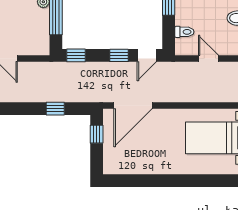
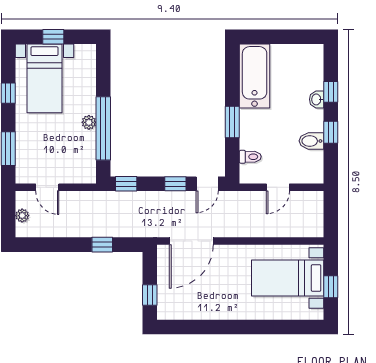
door: (209, 59) -> (278, 187), swing flipped
window: (97, 134) -> (150, 295), moved

